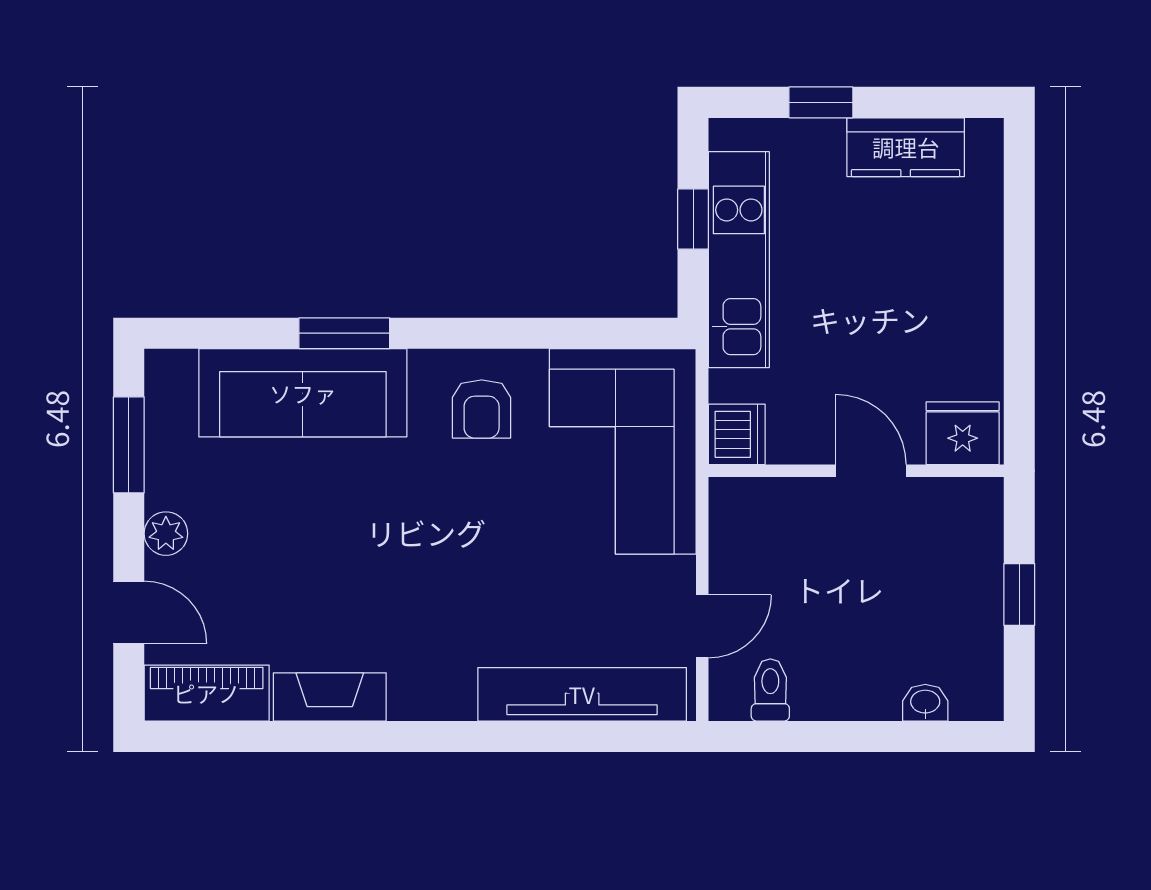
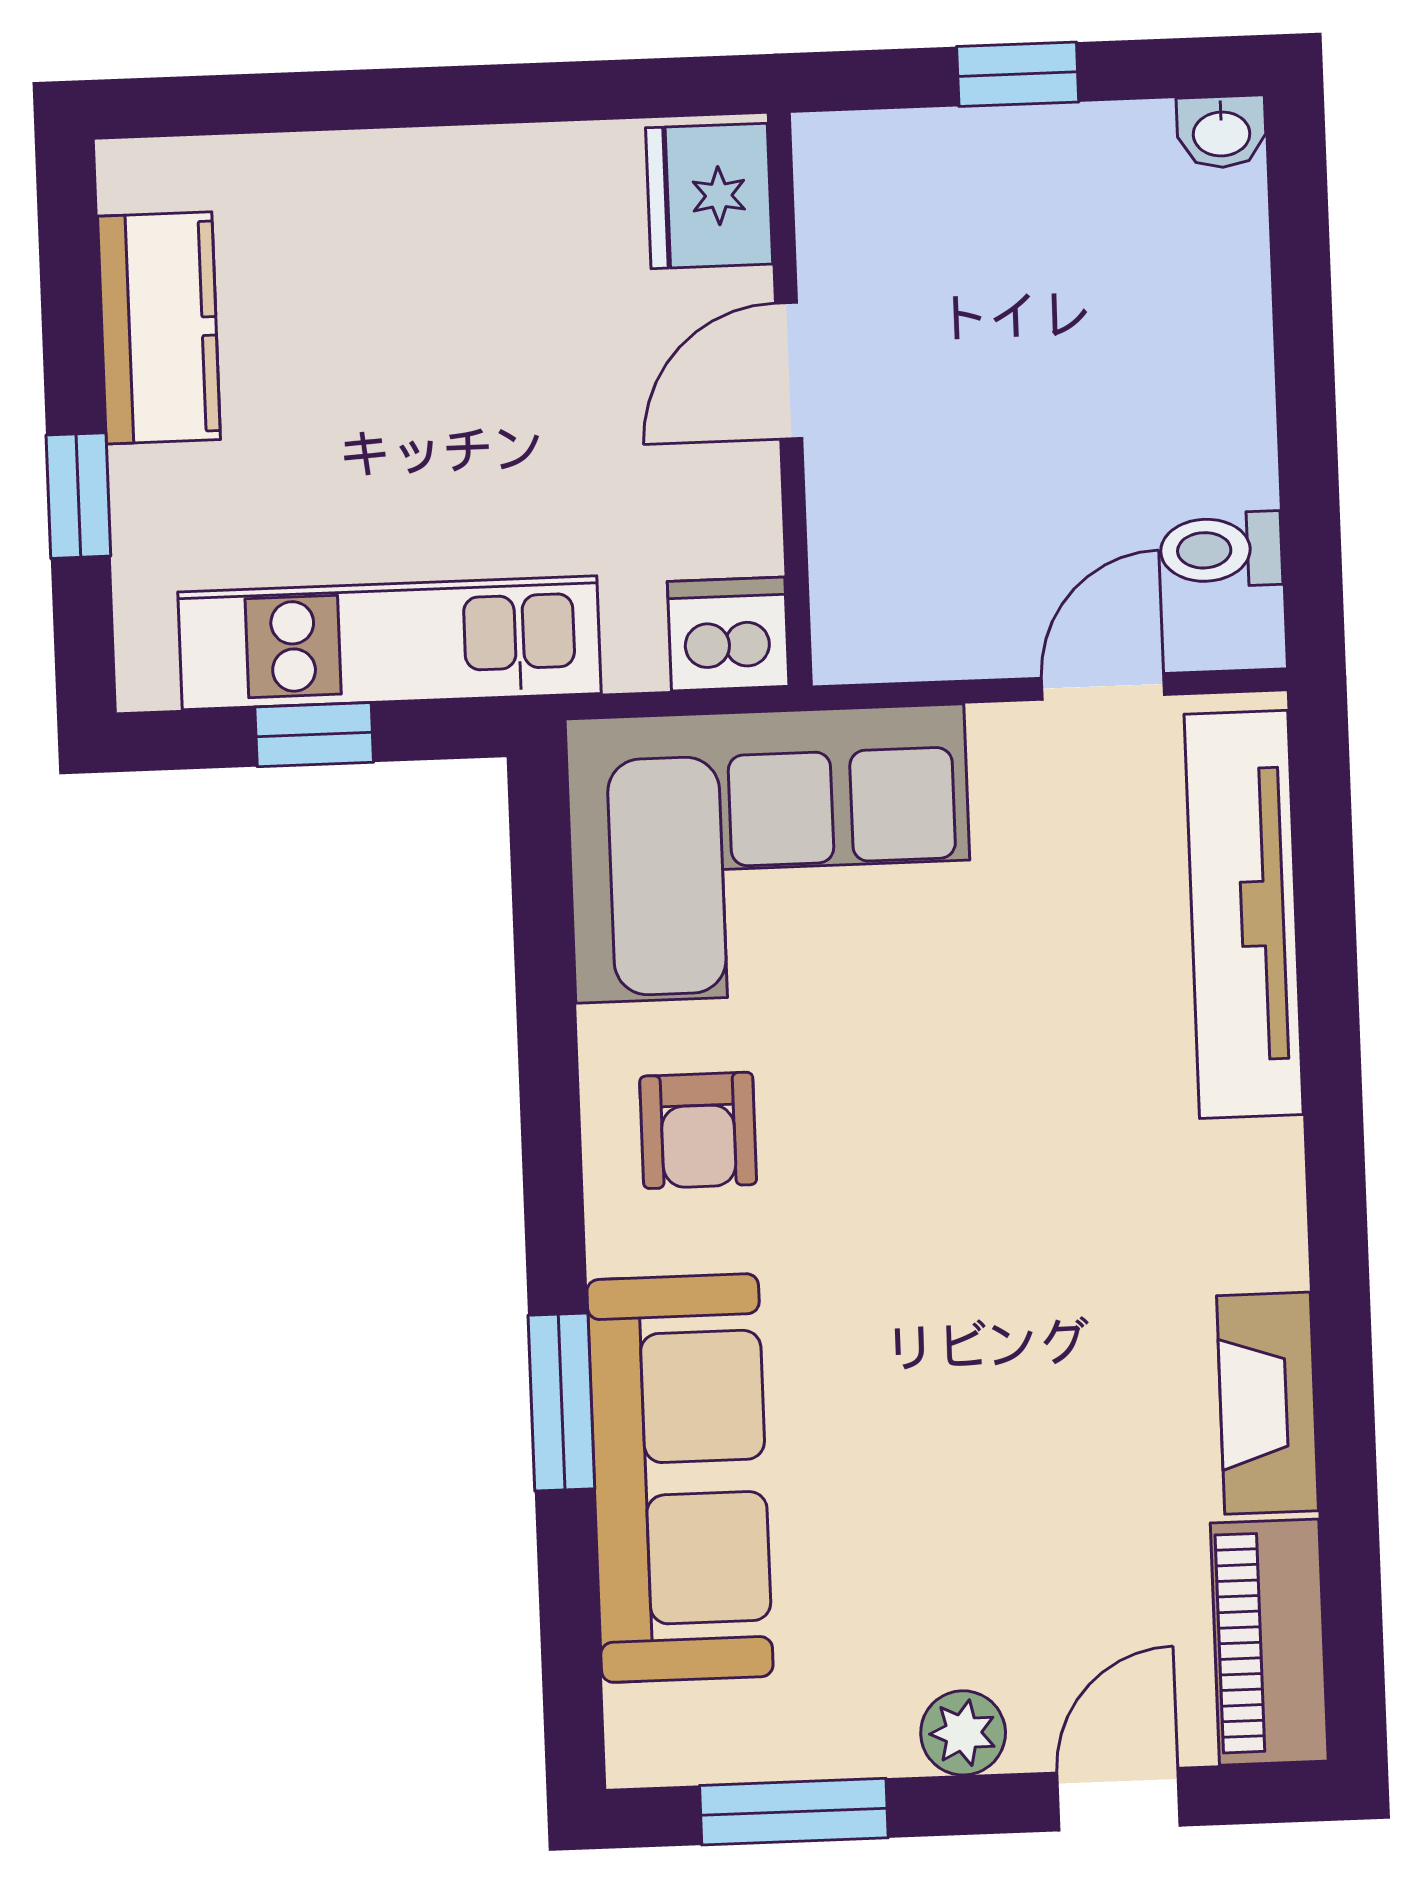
armchair: (482, 409) -> (698, 1130), turned 90
door: (702, 626) -> (1103, 686), hinge flipped
washbasin: (925, 703) -> (1221, 132), moved, turned -90

